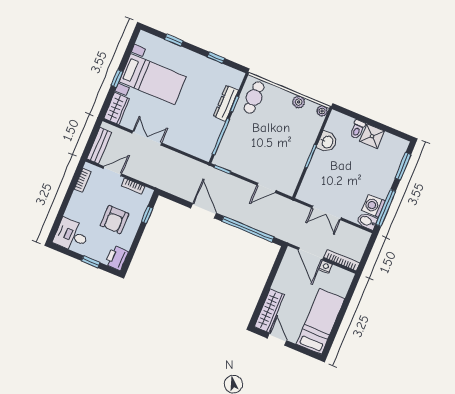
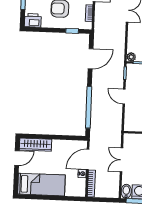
plant: (205, 154) -> (131, 57), added
door: (267, 188) -> (124, 97), moved
door: (204, 211) -> (91, 59), moved

